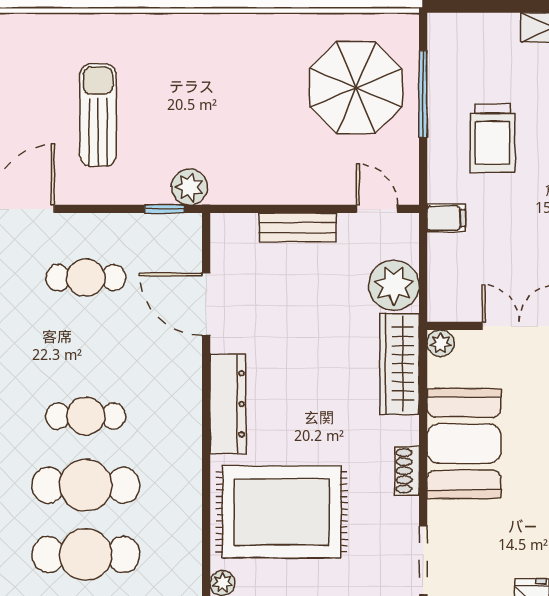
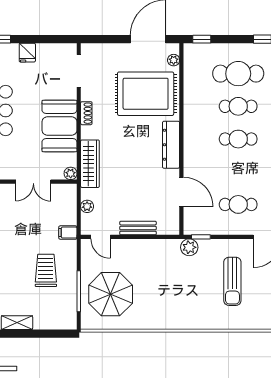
plant: (394, 285) -> (87, 206), width x0.53, depth x0.53
cafe table: (86, 485) -> (238, 106), width x0.73, depth x0.74

